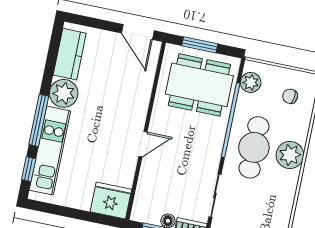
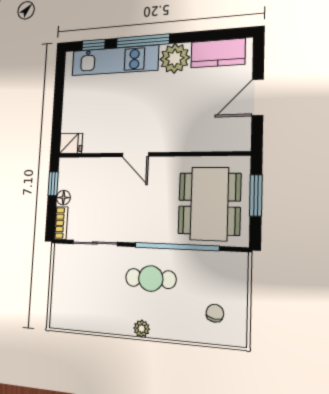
door: (138, 32) -> (258, 97), moved
plant: (251, 82) -> (223, 263), removed
cafe table: (254, 147) -> (151, 279), width x0.73, depth x0.74
plant: (290, 155) -> (142, 329), width x0.53, depth x0.53
fridge: (111, 201) -> (71, 143), width x0.53, depth x0.75

